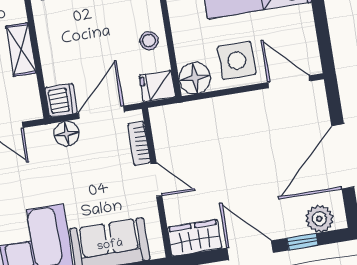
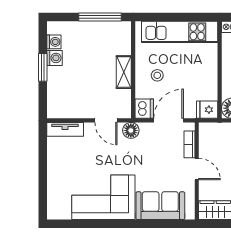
stool: (149, 41) -> (157, 75), moved
floor lamp: (67, 134) -> (131, 130), moved

